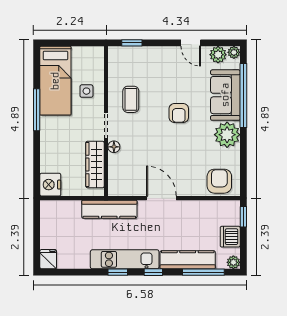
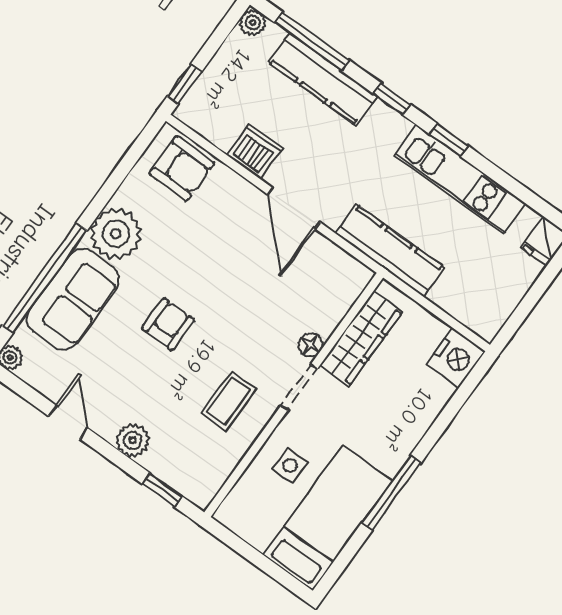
plant: (218, 55) -> (133, 440), moved
armchair: (219, 181) -> (182, 168), turned -90
dishwasher: (230, 237) -> (255, 151), moved, turned -90
kitchen unit: (125, 259) -> (460, 179), moved

